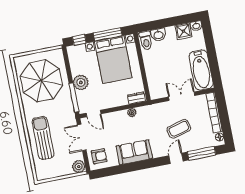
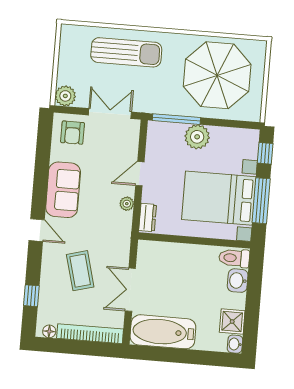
double door: (182, 96) -> (130, 290), swing flipped
door: (94, 114) -> (140, 174), moved
window: (202, 153) -> (31, 296), width x0.46
door: (176, 158) -> (37, 230), moved

